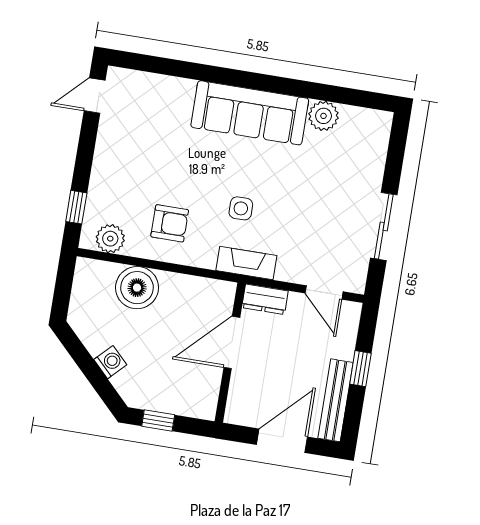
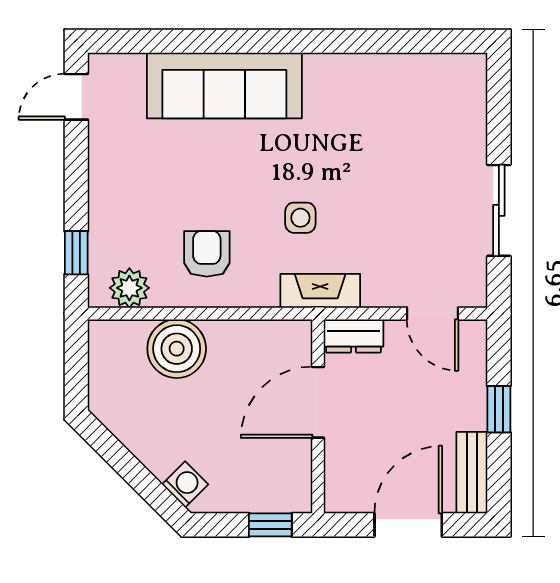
sofa: (250, 113) -> (224, 86), moved
plant: (324, 116) -> (392, 73), removed
armchair: (170, 223) -> (207, 254), turned -90
washing machine: (110, 362) -> (185, 484), moved
bench: (335, 400) -> (472, 473), width x0.73
window: (158, 421) -> (270, 525), moved

